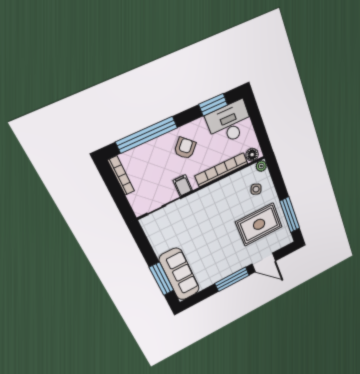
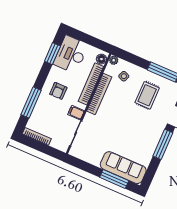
window: (147, 135) -> (31, 102), width x0.68
armchair: (185, 148) -> (58, 91), turned -133
bookcase: (220, 186) -> (99, 94), added
rug: (259, 224) -> (147, 95), width x0.73, depth x0.70

